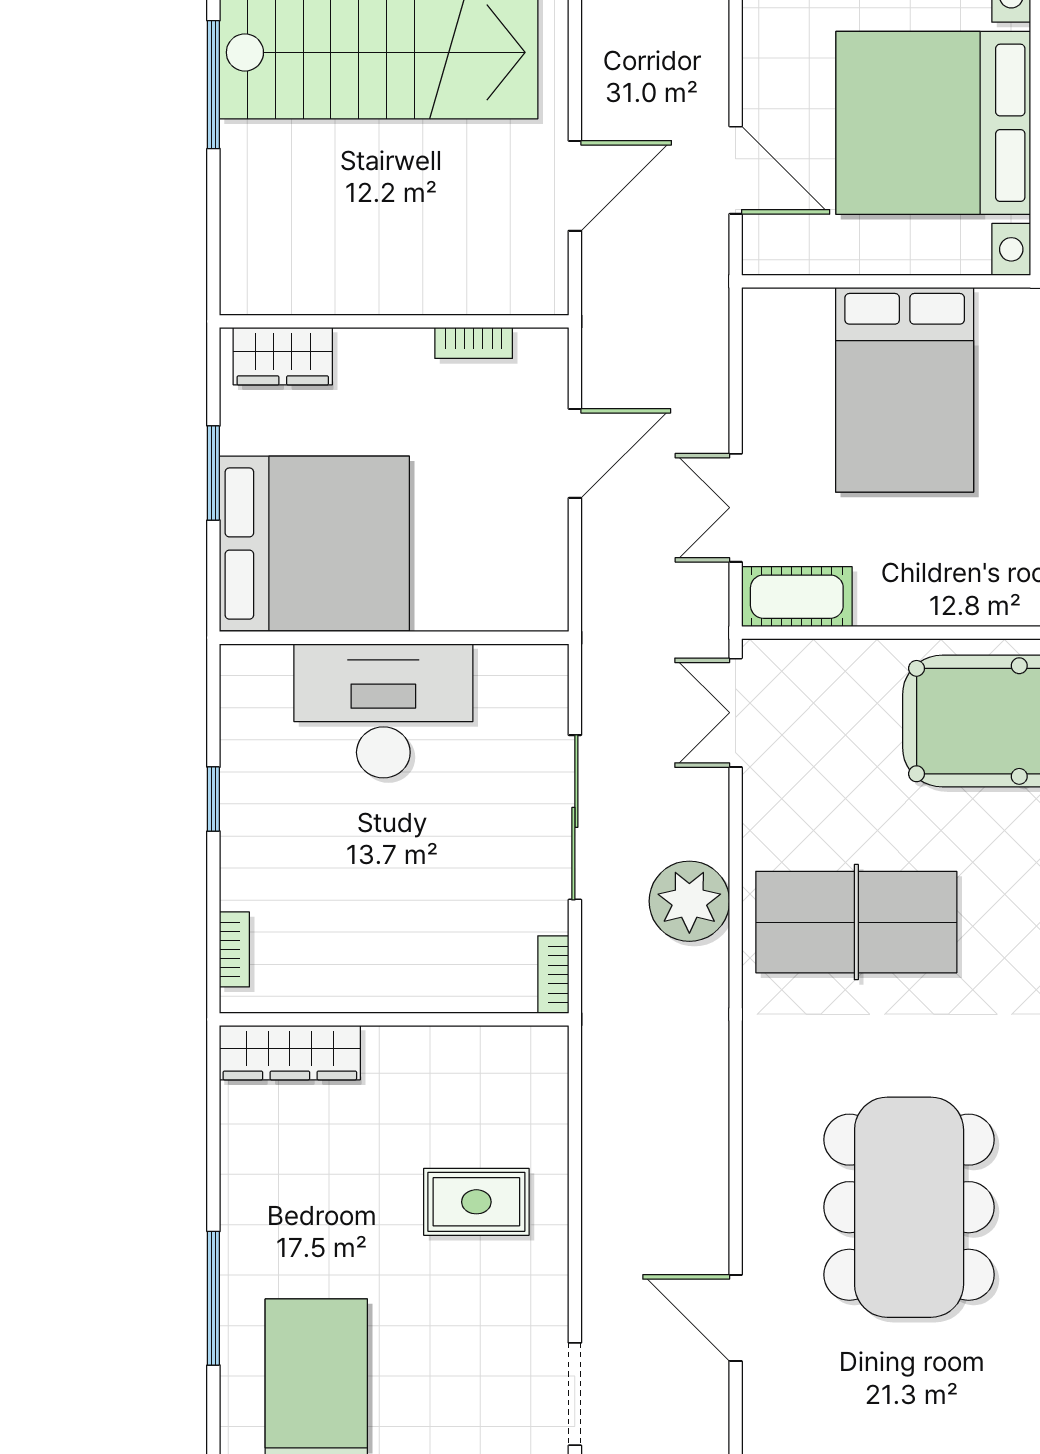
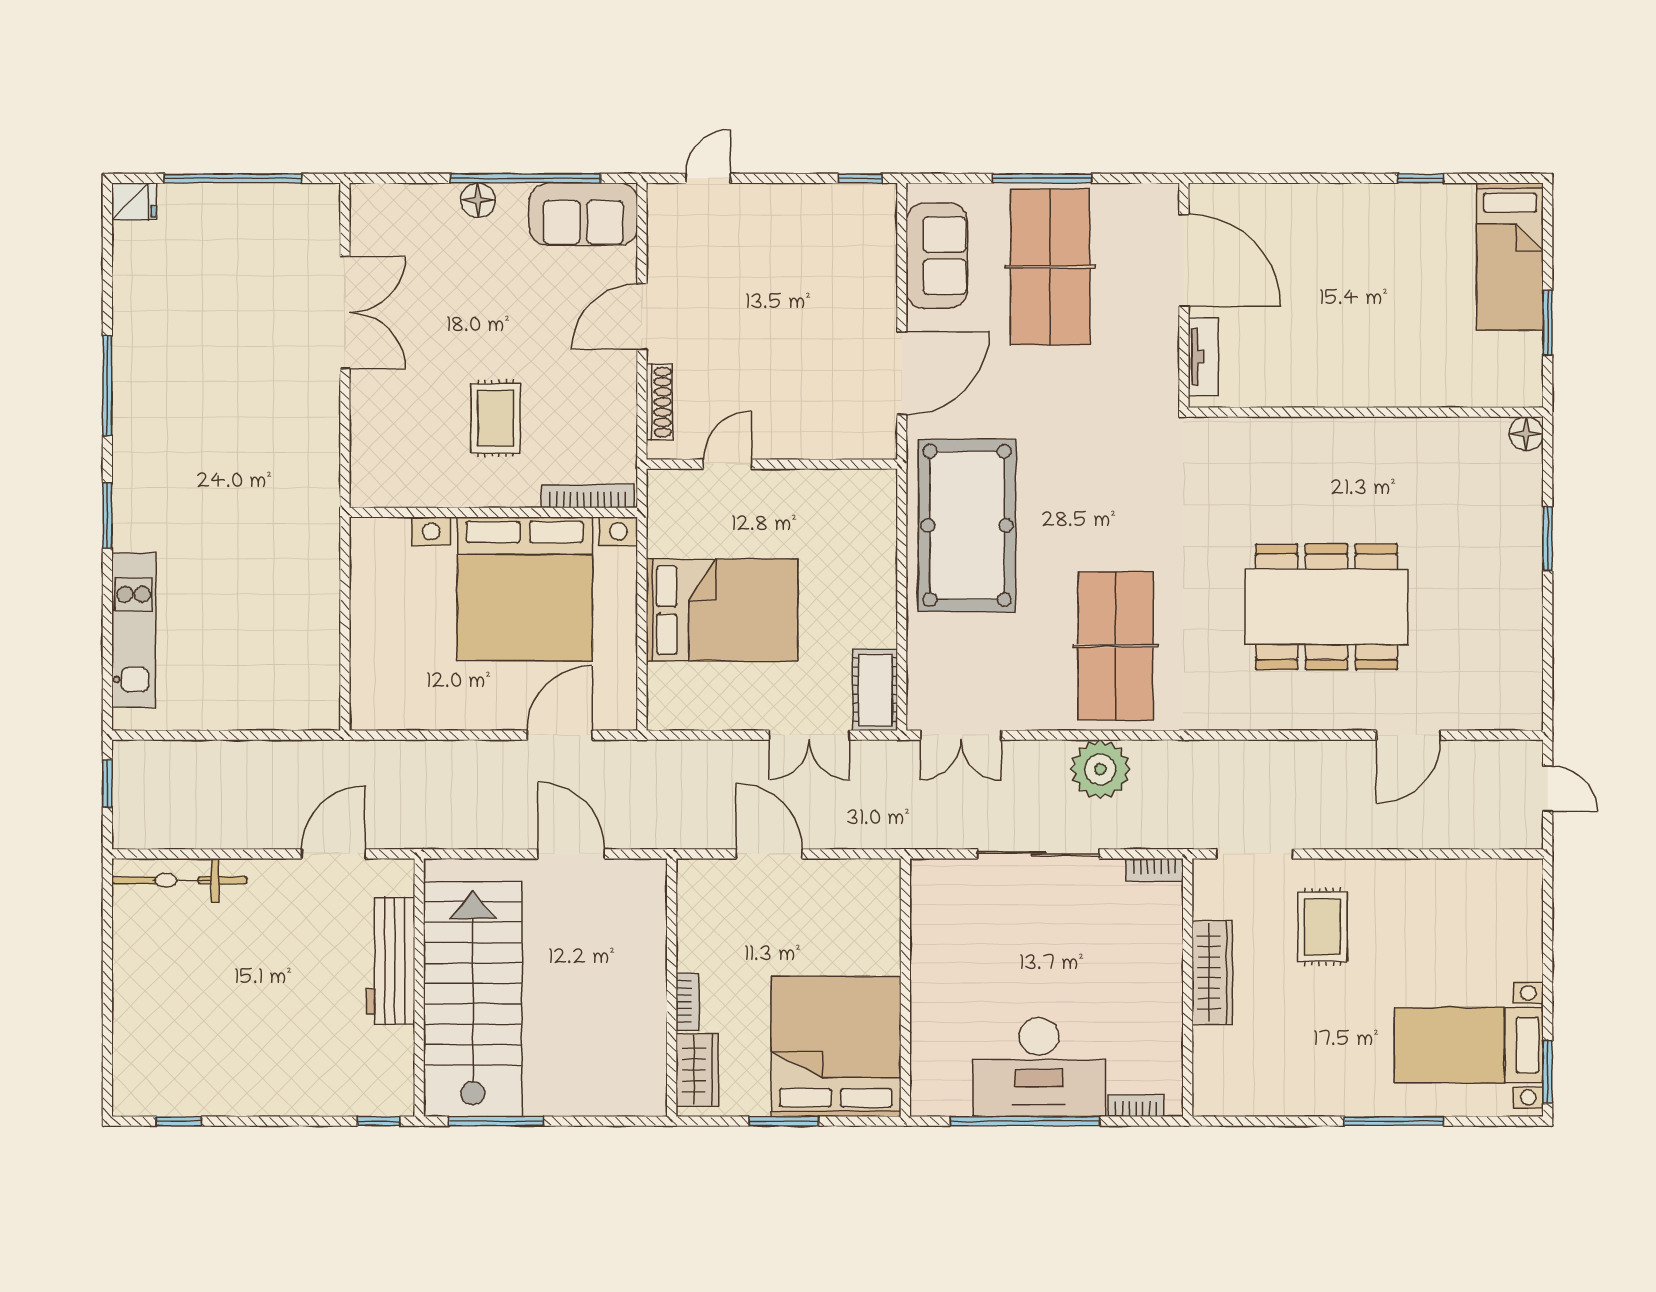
bookcase: (474, 343) -> (688, 1002), moved
desk: (383, 711) -> (1039, 1067), moved, turned -90
window: (213, 799) -> (1025, 1121), width x3.17
wardrobe: (290, 1053) -> (1212, 972), moved
doorway: (575, 1394) -> (1255, 854), moved

